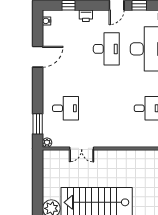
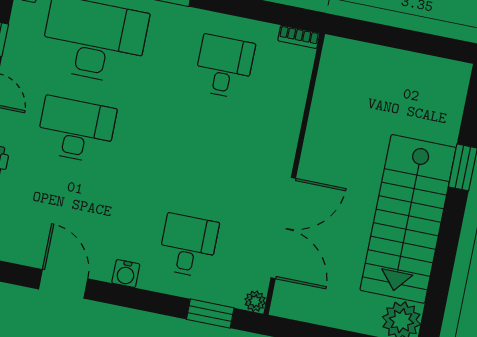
water cooler: (48, 83) -> (126, 274), added
double door: (82, 148) -> (283, 228), width x1.87

